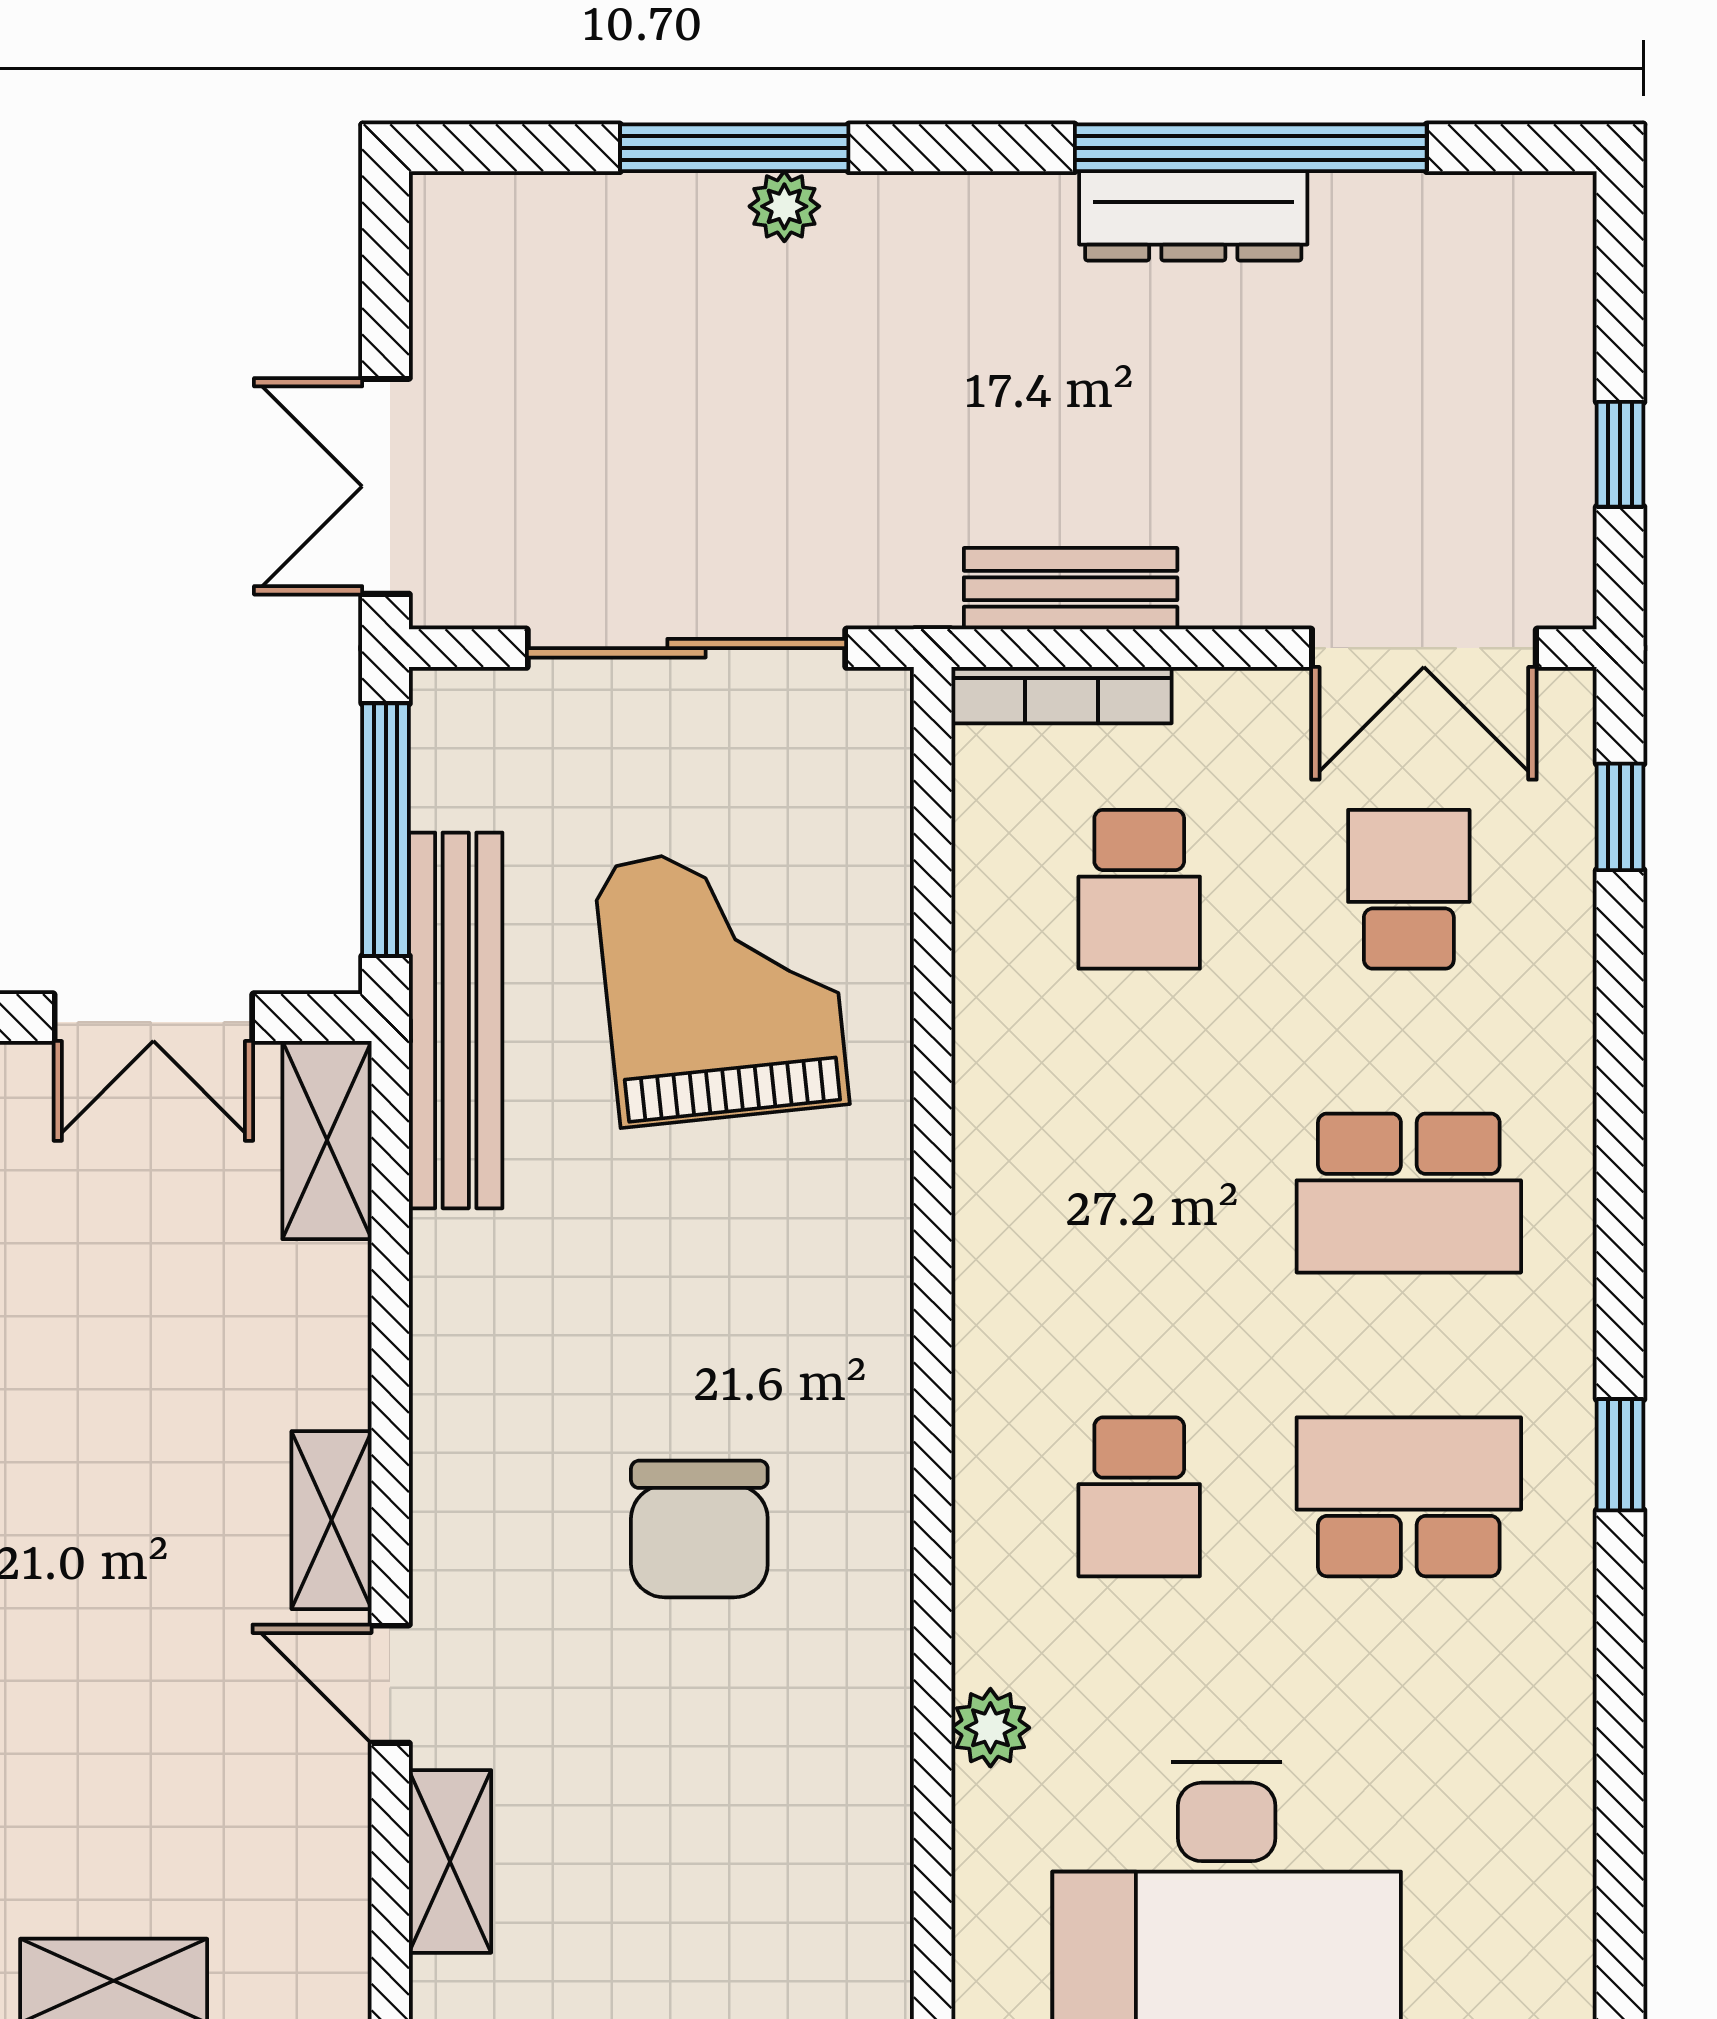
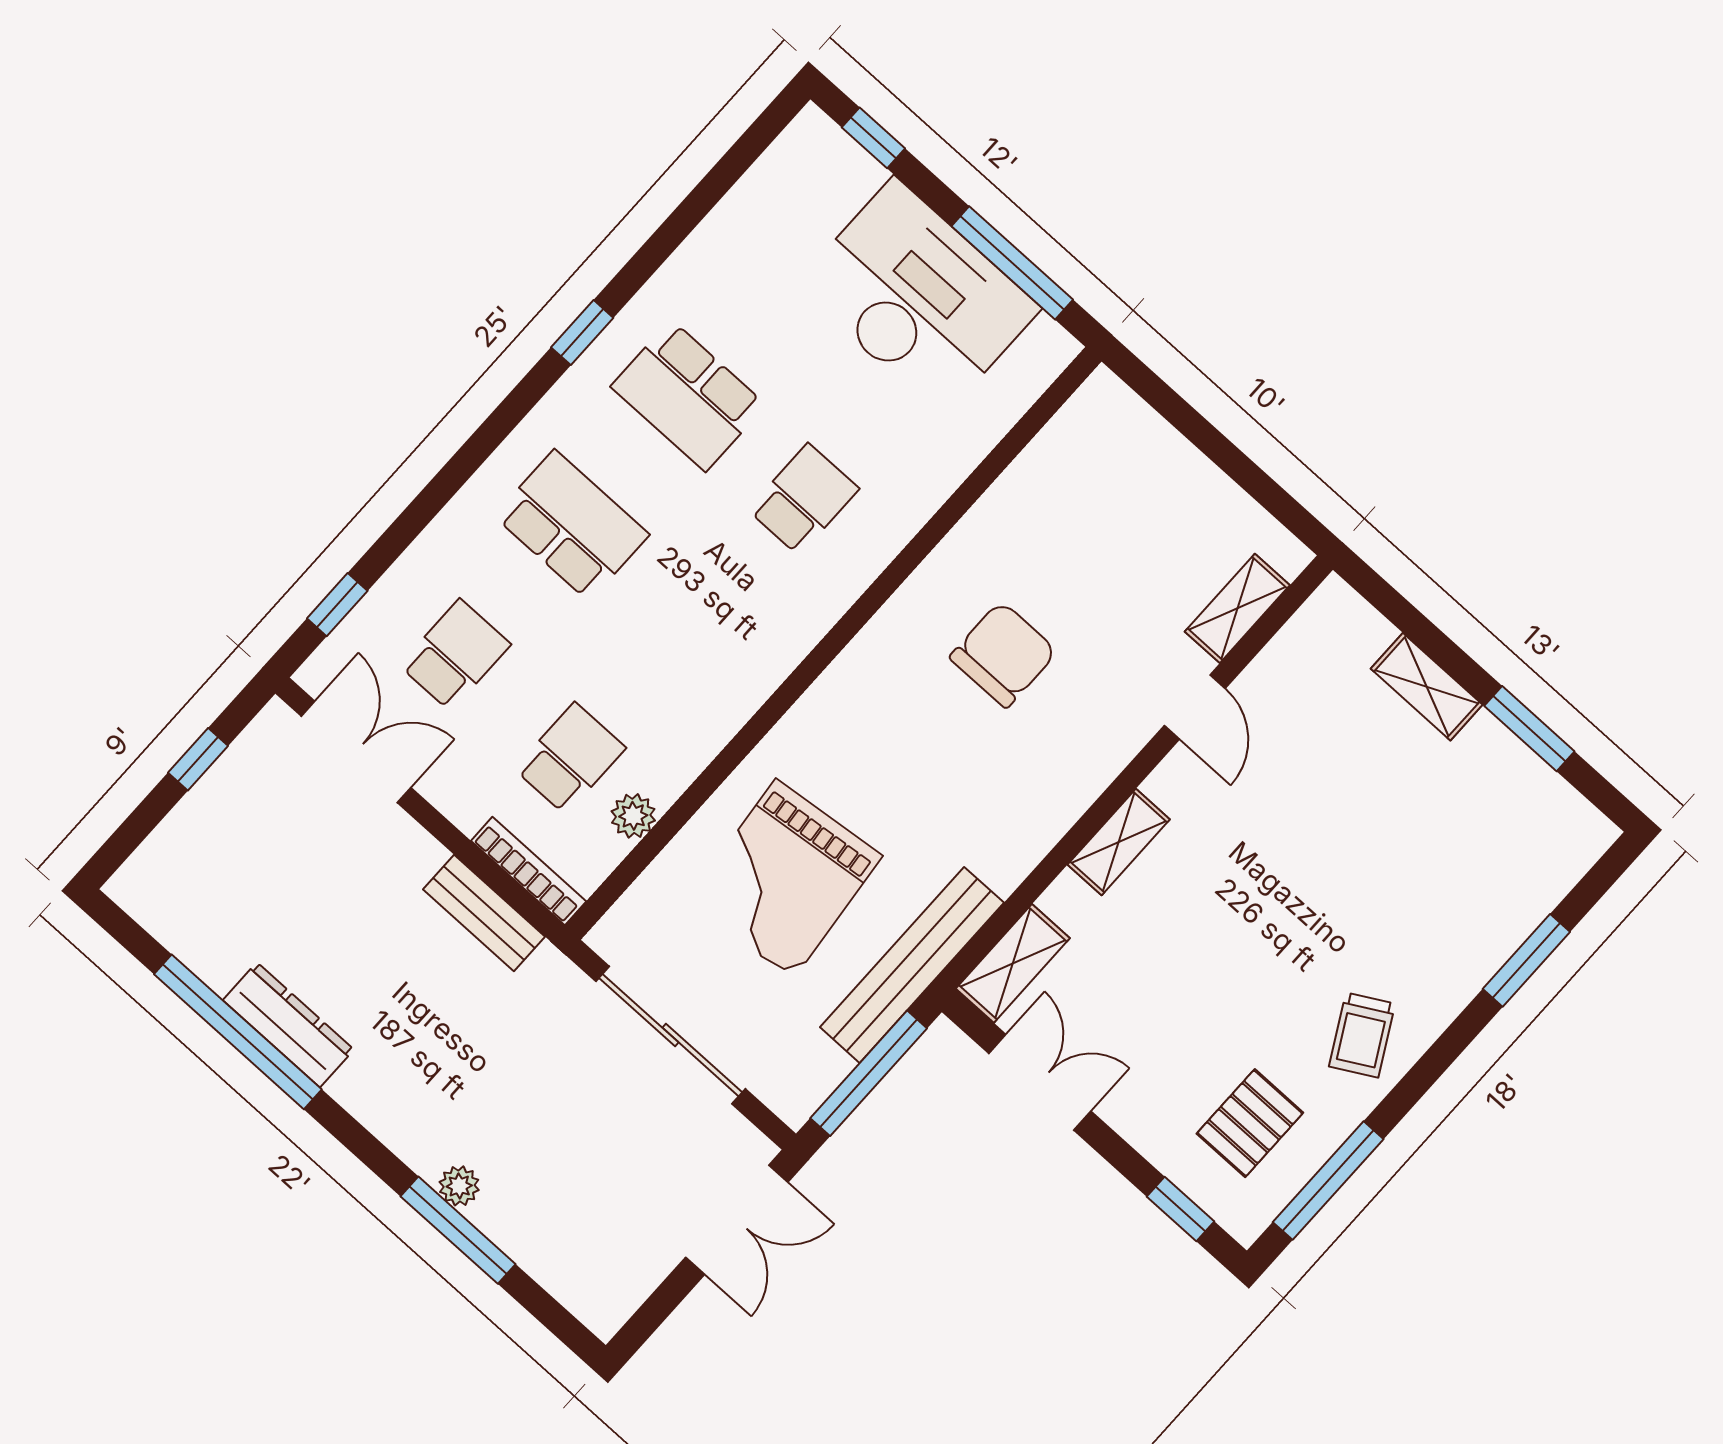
school desk: (1409, 889) -> (455, 655), turned 180
shelving: (331, 1520) -> (1119, 842), moved
plant: (990, 1728) -> (633, 816), moved

